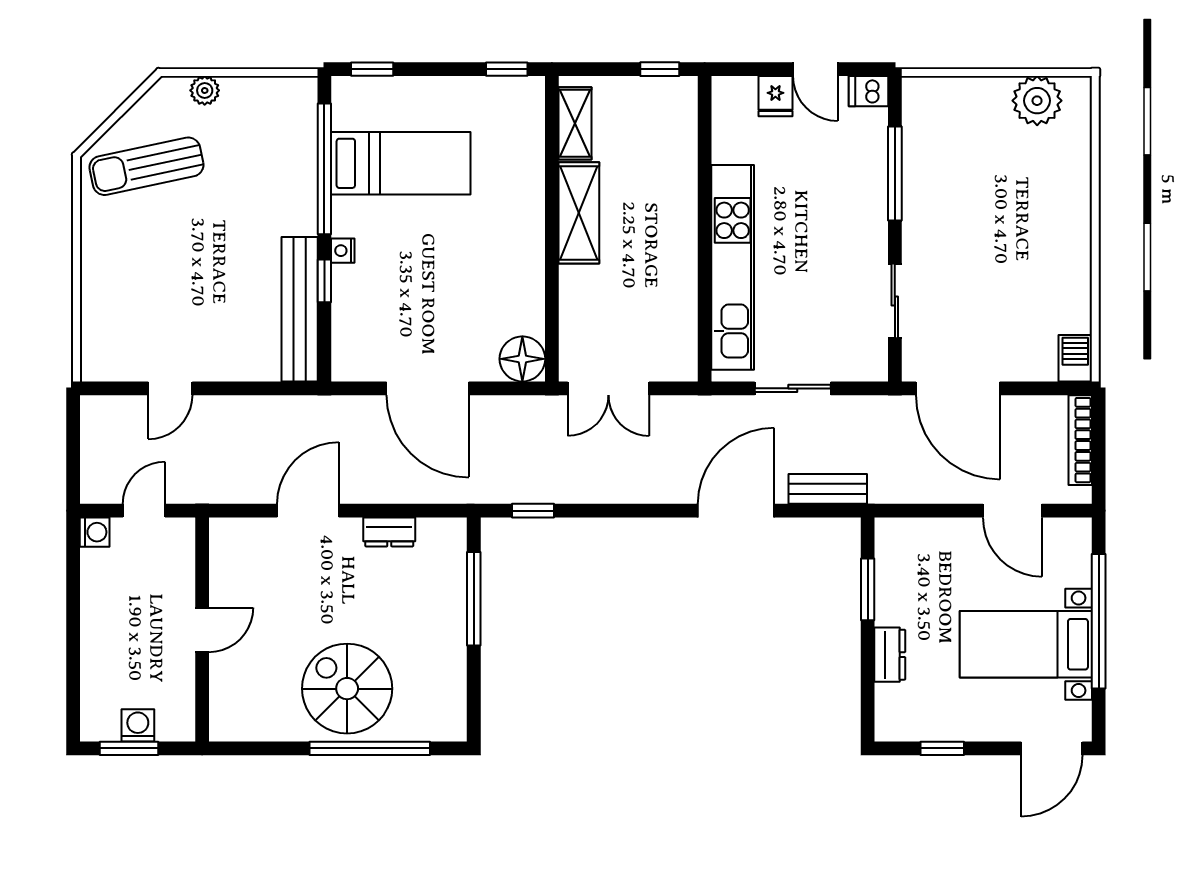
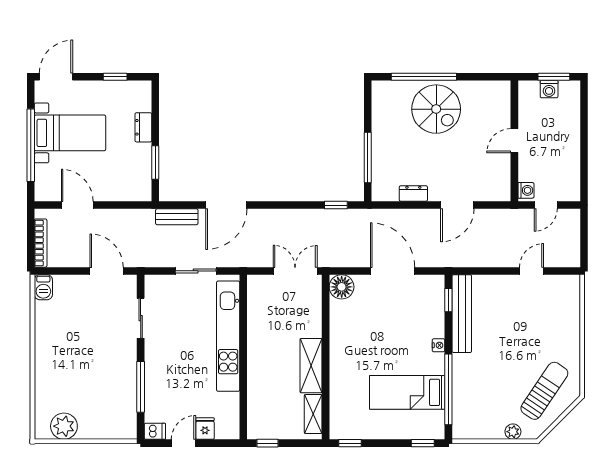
door: (815, 69) -> (184, 443), hinge flipped
sun lounger: (146, 166) -> (544, 391), turned -44
window: (324, 281) -> (448, 300), moved
door: (958, 388) -> (107, 271), width x0.73
washing machine: (95, 532) -> (526, 190), moved, turned 180

